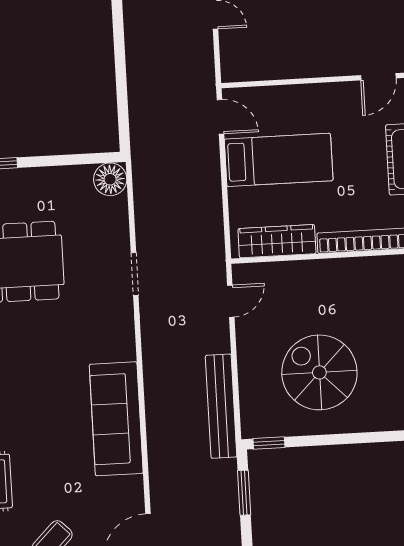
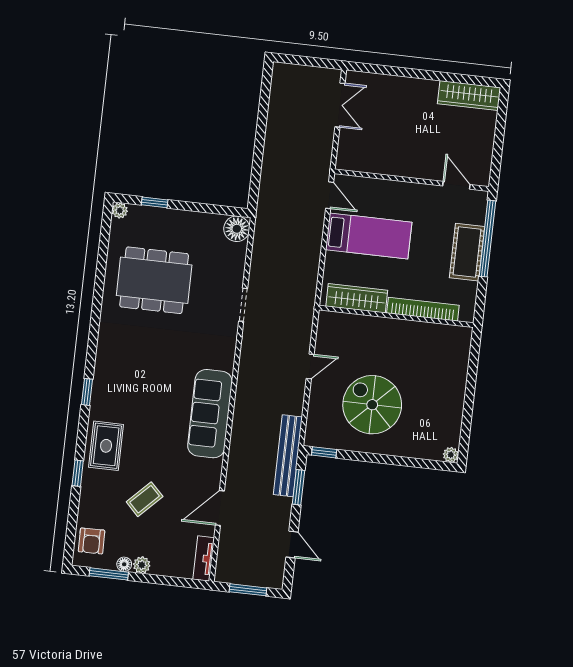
door: (378, 77) -> (456, 185), swing flipped
door: (231, 301) -> (310, 366), moved
bench: (221, 406) -> (288, 456), moved

